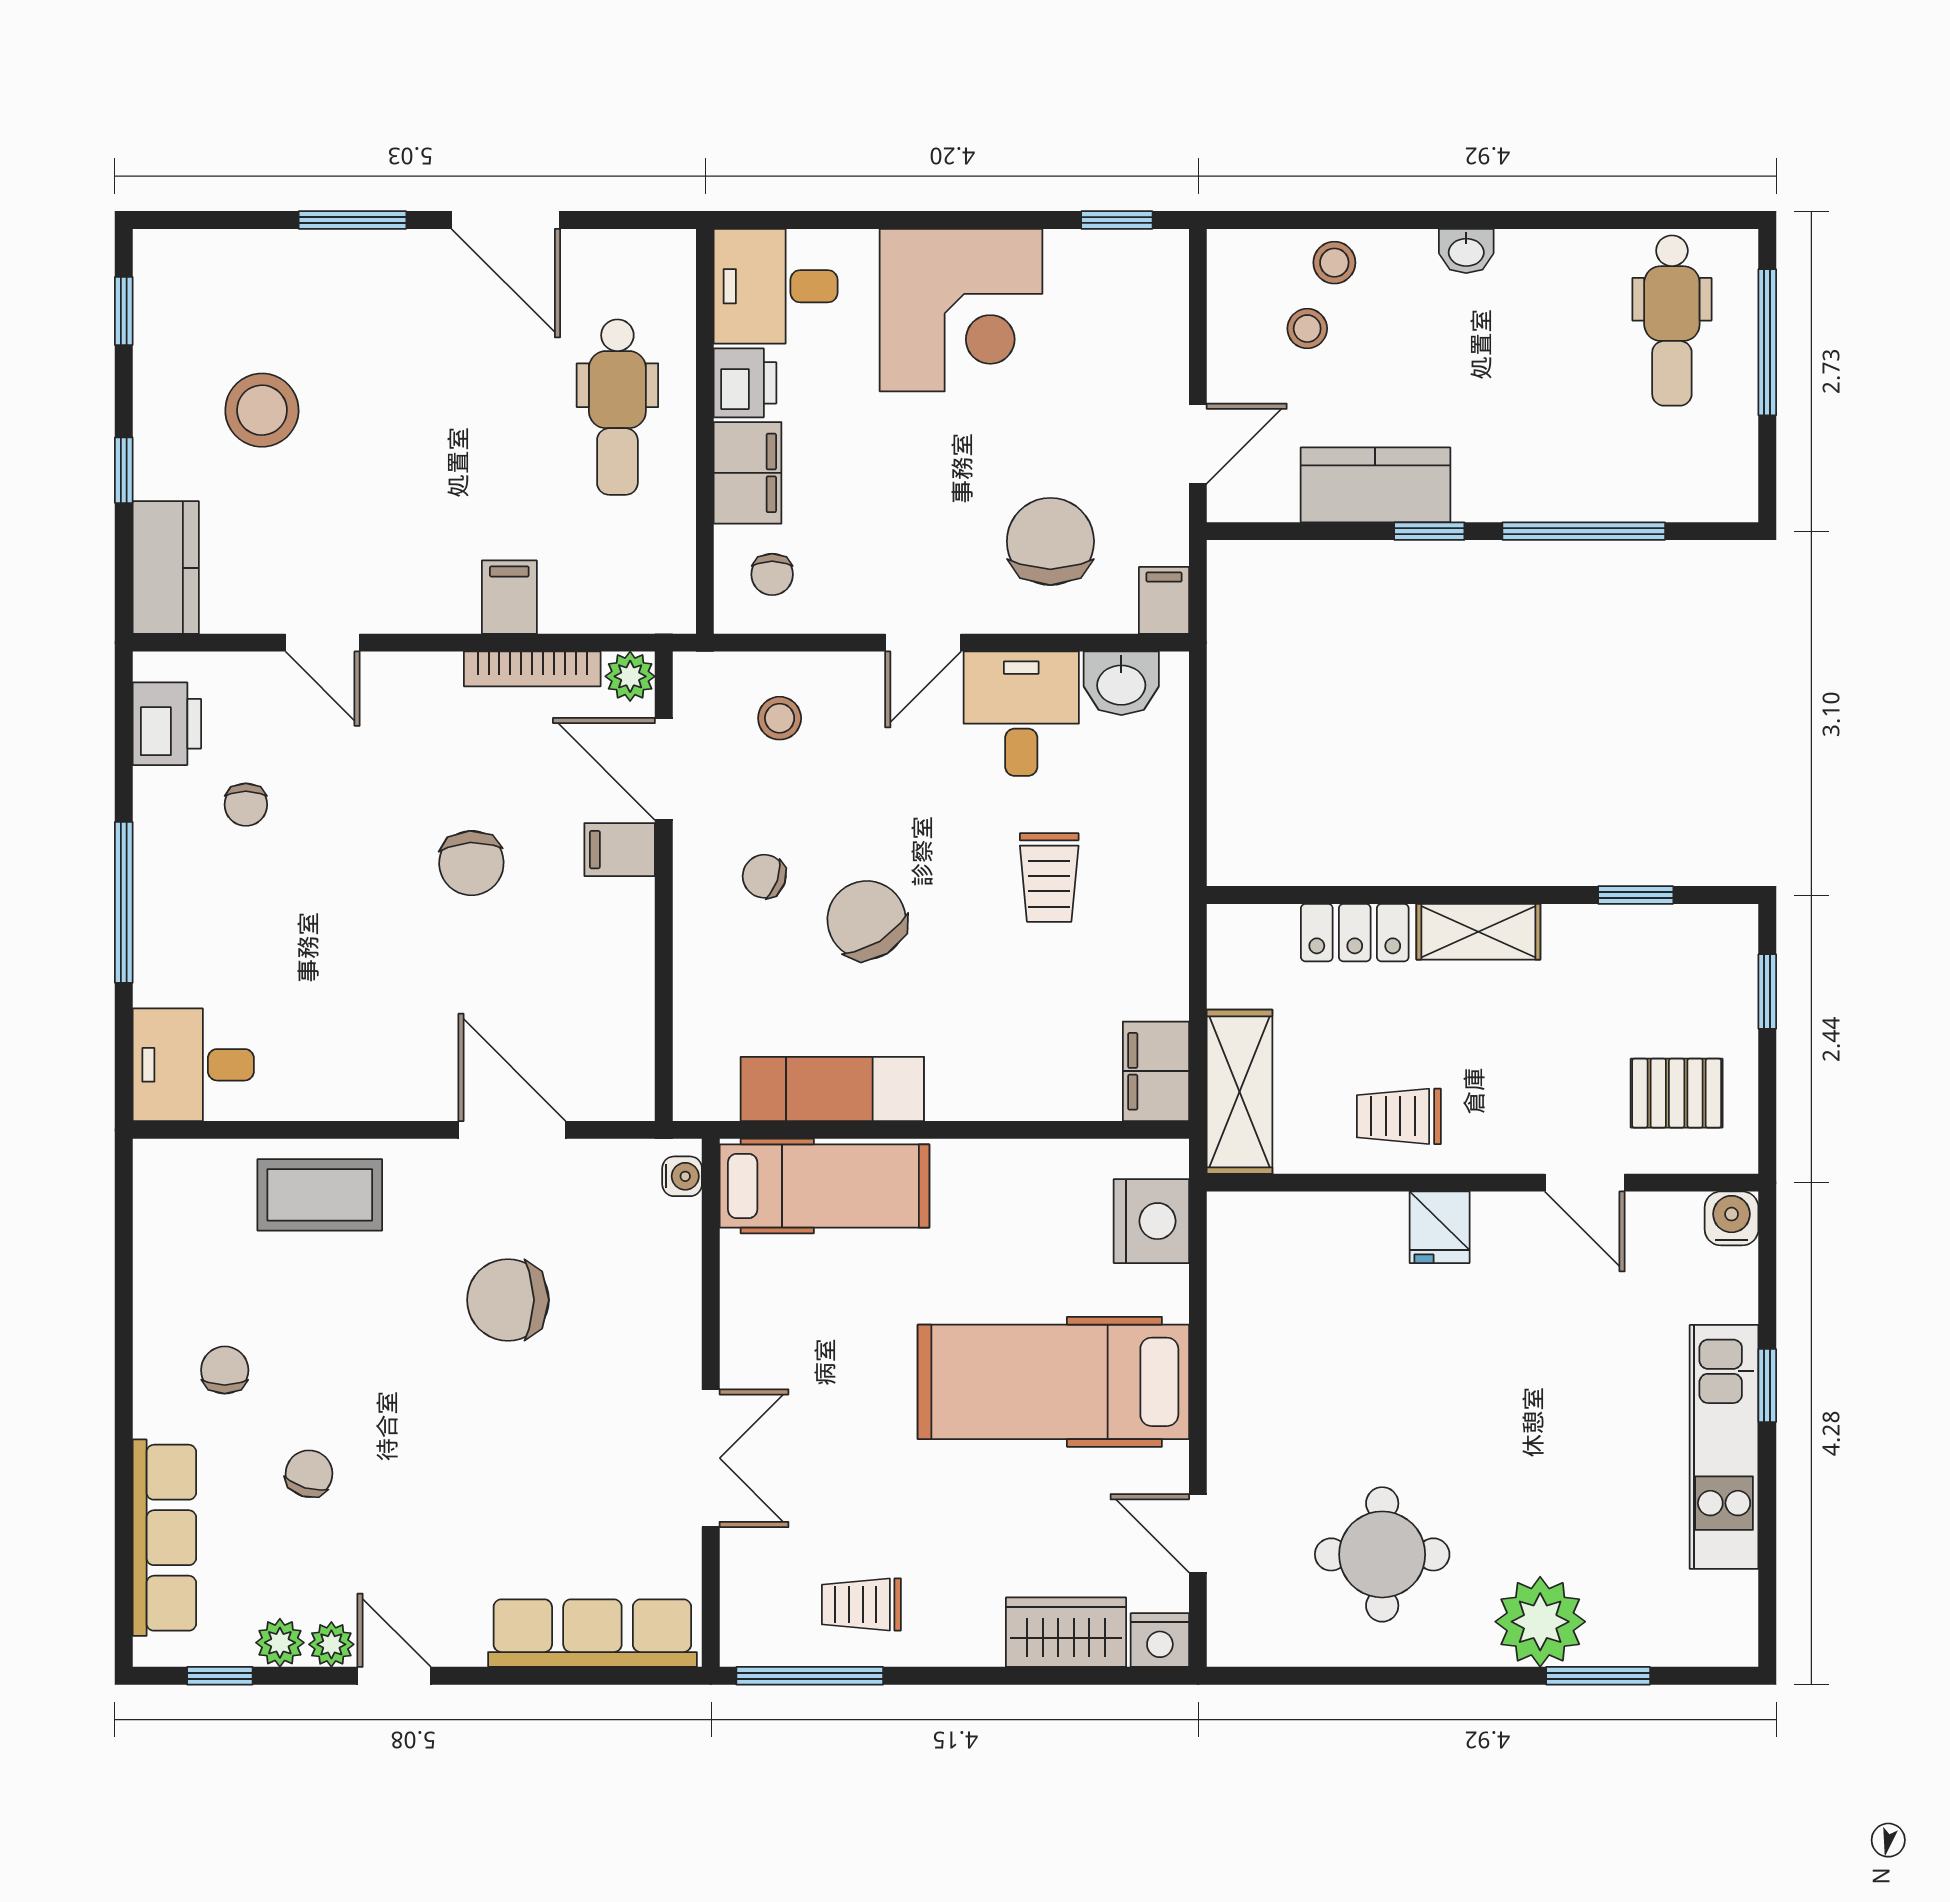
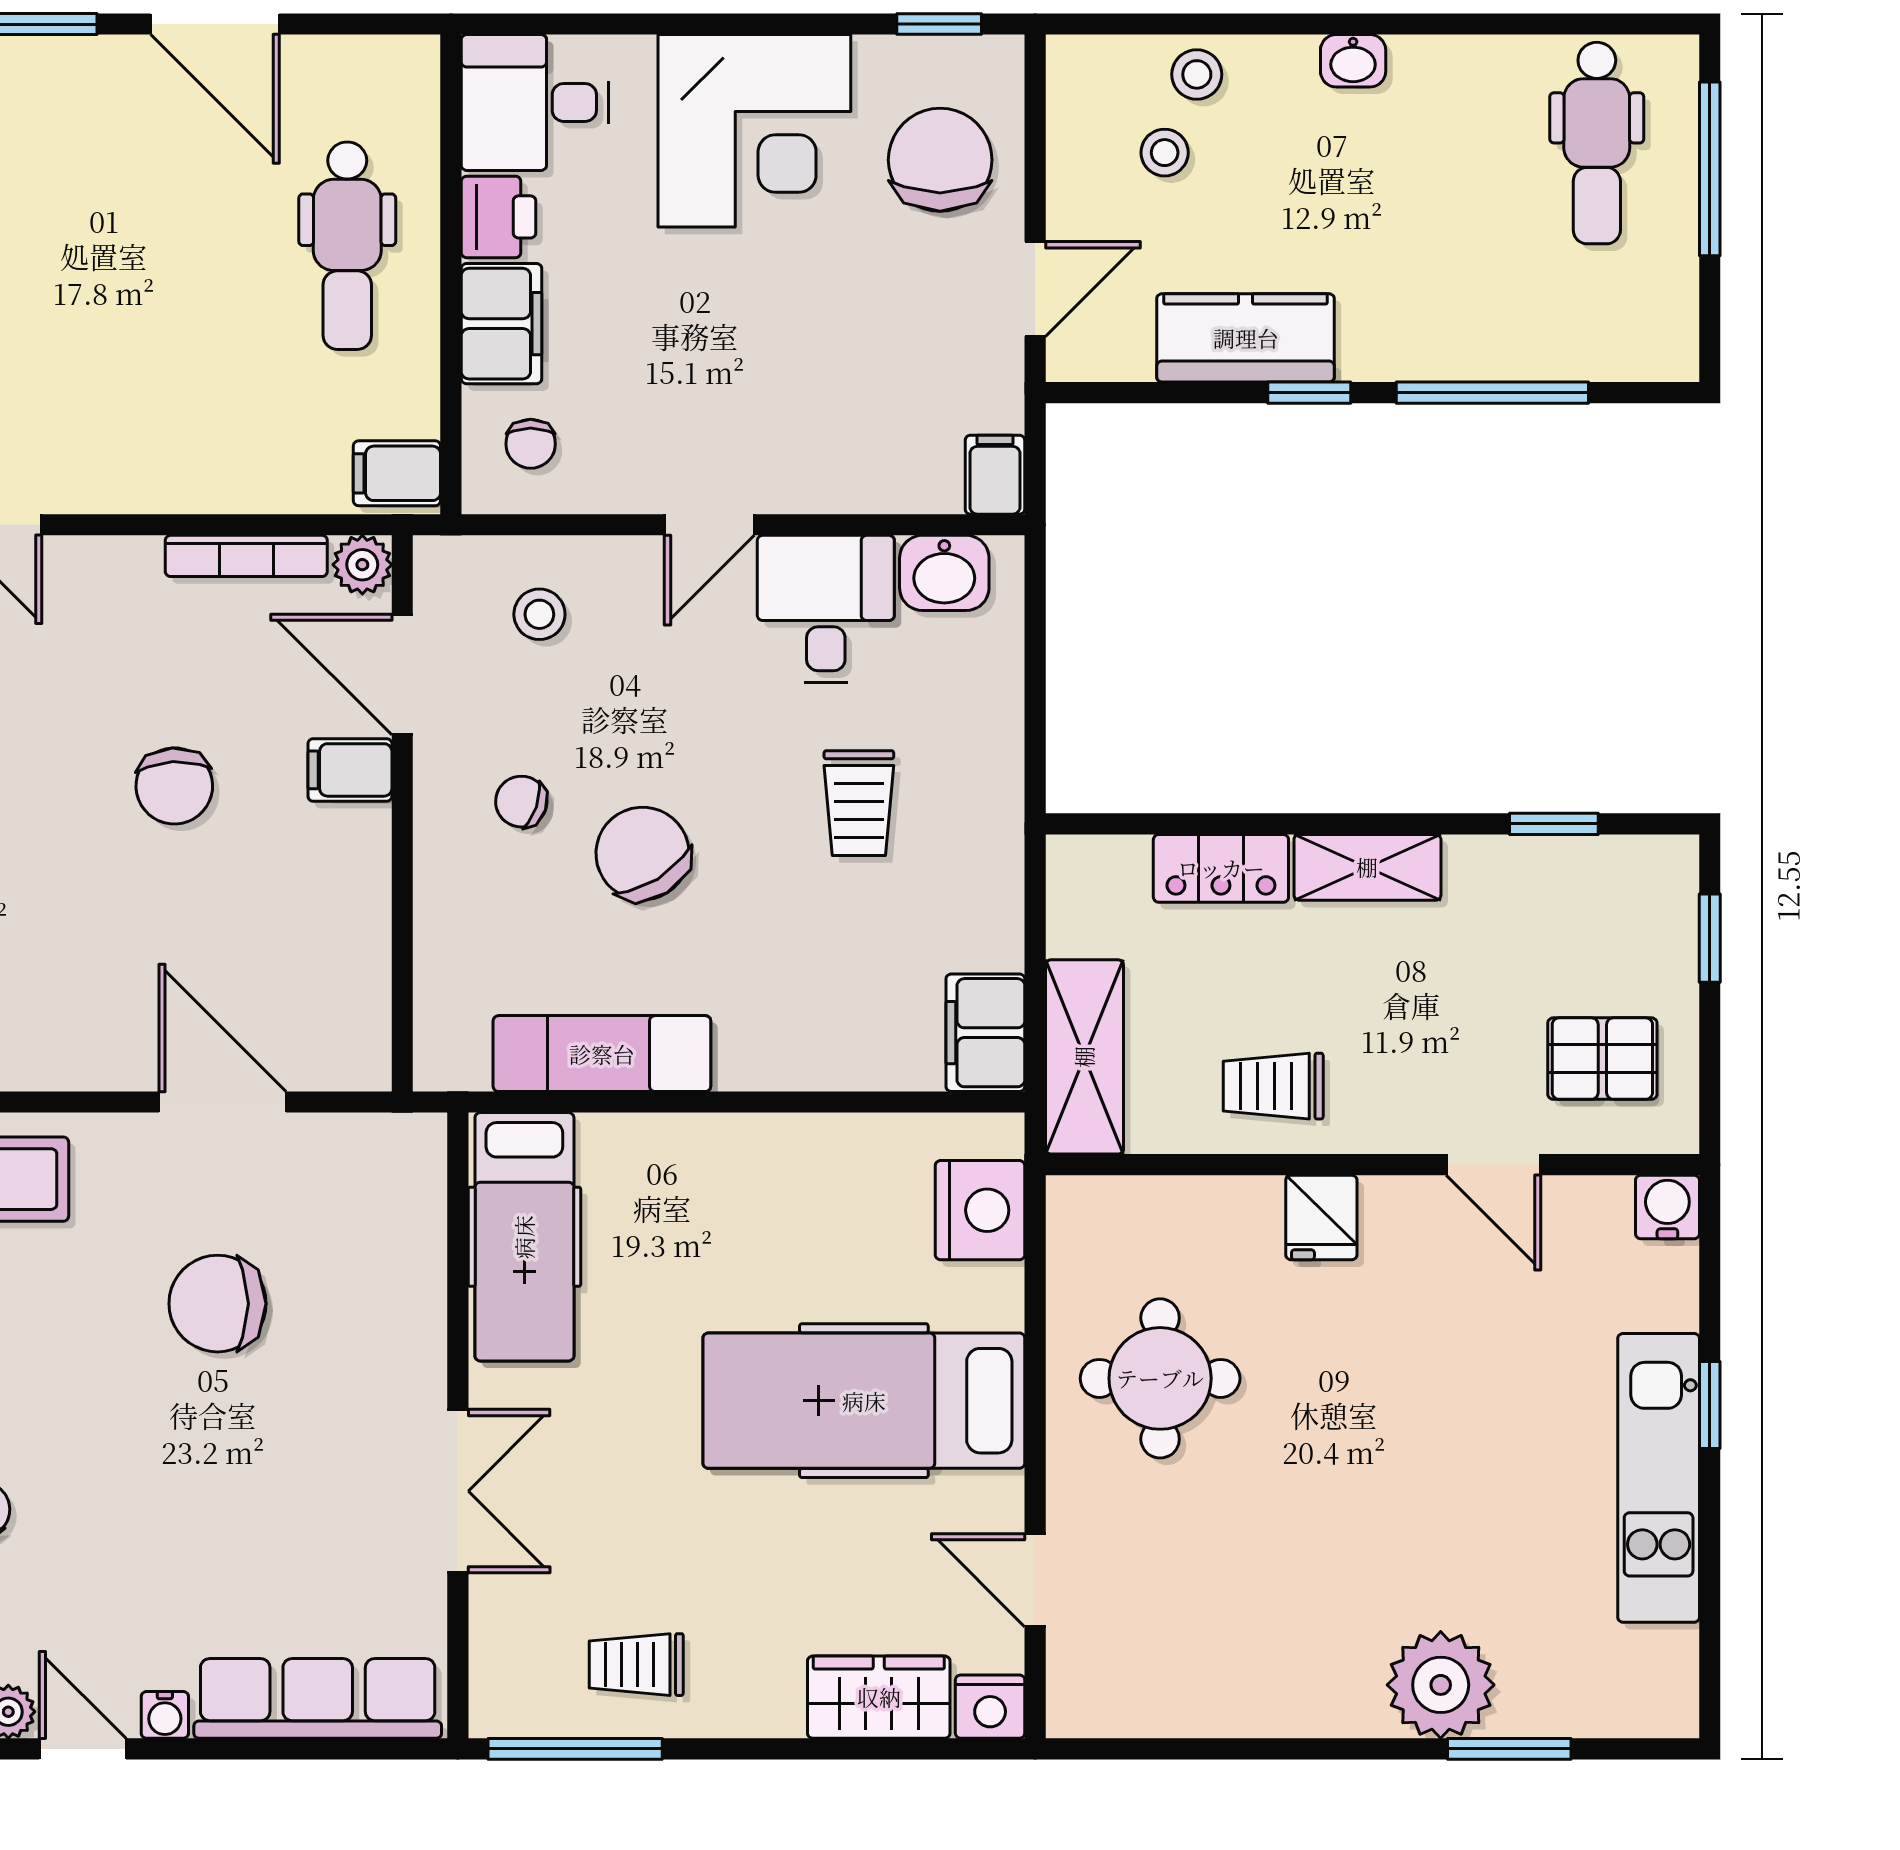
chair: (1050, 541) -> (940, 160), moved
filing cabinet: (509, 597) -> (397, 473), moved, turned -90
water cooler: (682, 1176) -> (165, 1715), moved, turned 90
hospital bed: (824, 1186) -> (524, 1237), moved, turned 90
round table: (1382, 1554) -> (1160, 1378), moved

